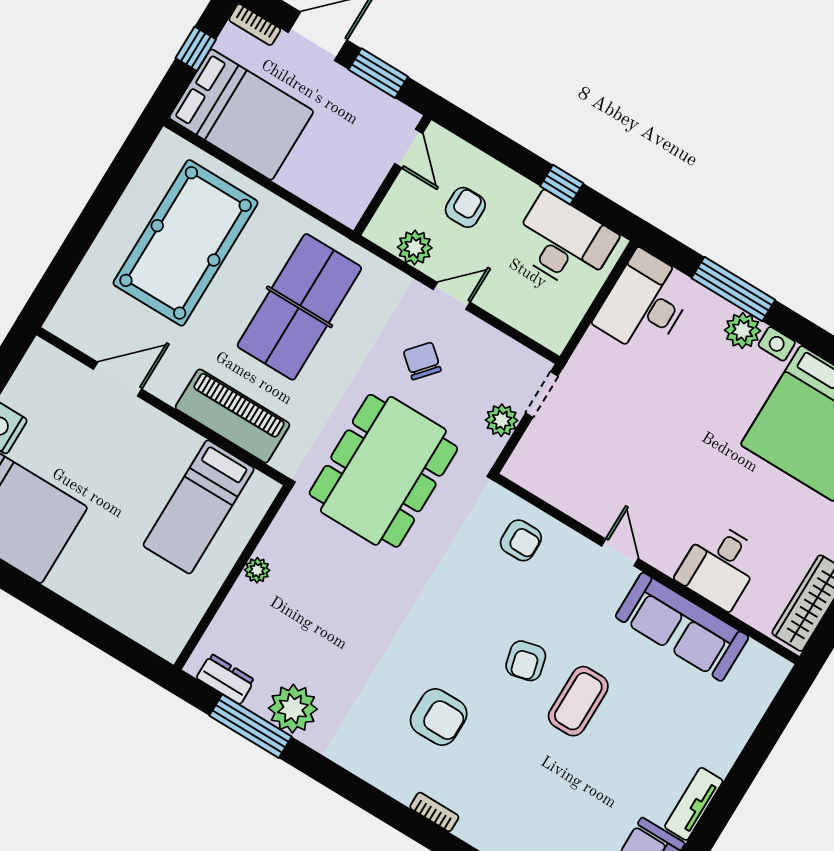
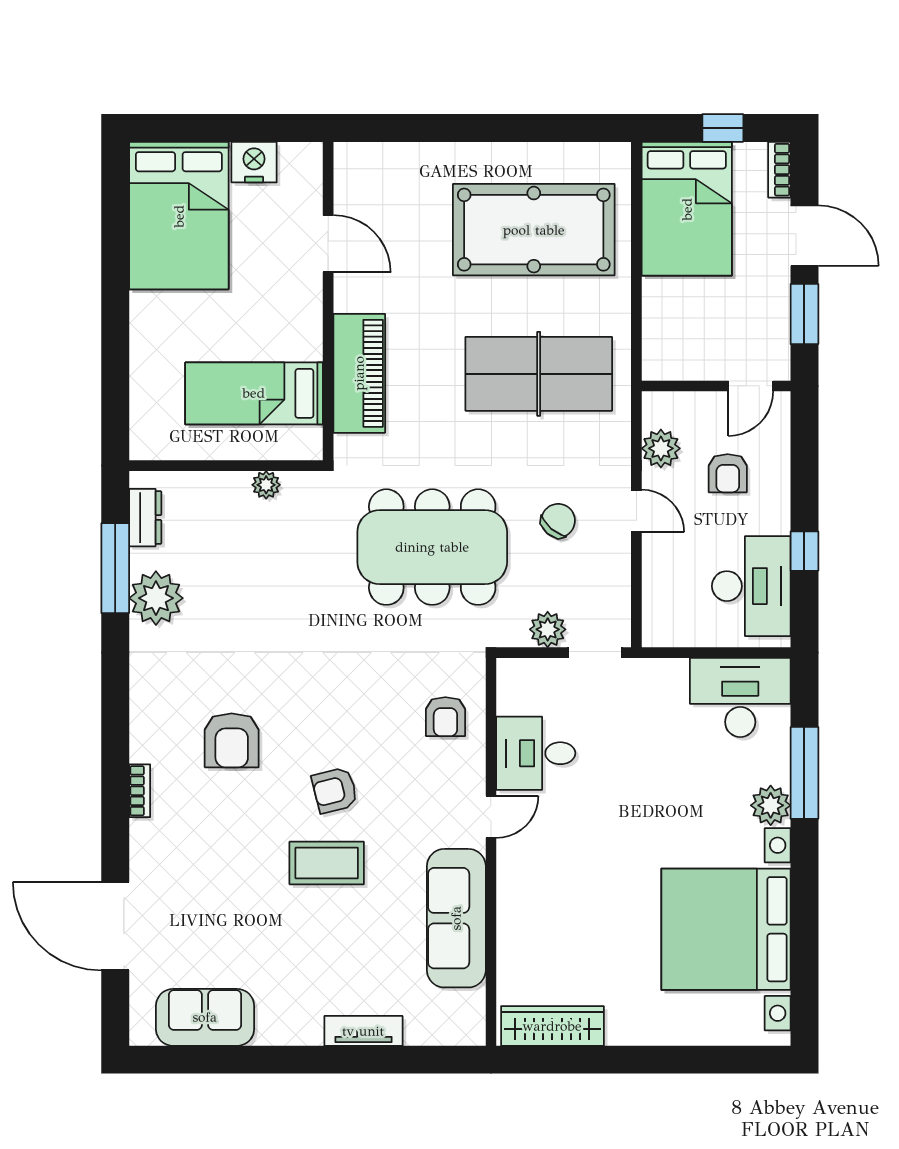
armchair: (465, 207) -> (728, 473), turned 90
door: (118, 379) -> (328, 244), moved
wall: (162, 406) -> (328, 301), moved
piano: (233, 416) -> (359, 373), moved
bed: (199, 507) -> (254, 393), moved
desk: (720, 566) -> (536, 753), moved
tv unit: (694, 804) -> (363, 1031), moved

